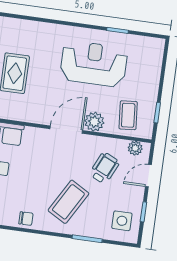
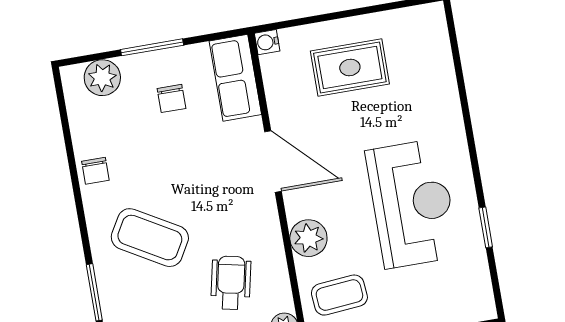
door: (66, 130) -> (273, 161), moved
wheelchair: (104, 168) -> (231, 283), turned -103

